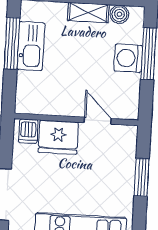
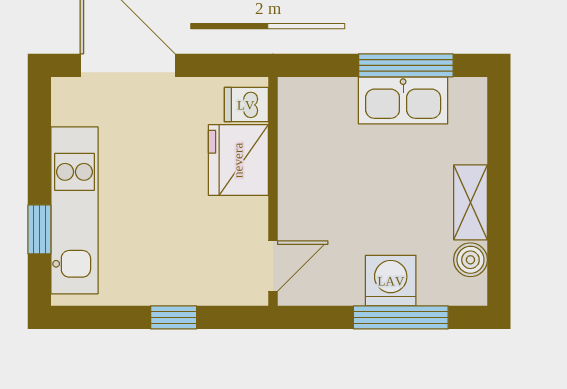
door: (98, 121) -> (273, 266), moved
window: (142, 177) -> (174, 317), width x0.67

